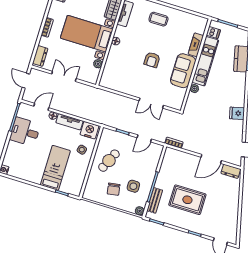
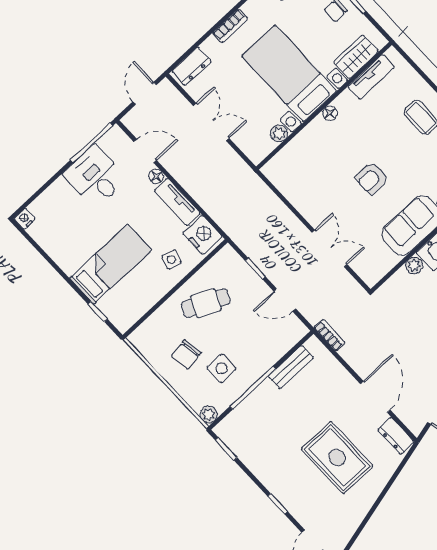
double door: (151, 103) -> (330, 248), swing flipped
door: (211, 159) -> (375, 397), swing flipped
bench: (155, 200) -> (291, 367), moved
rug: (187, 200) -> (337, 458), moved

